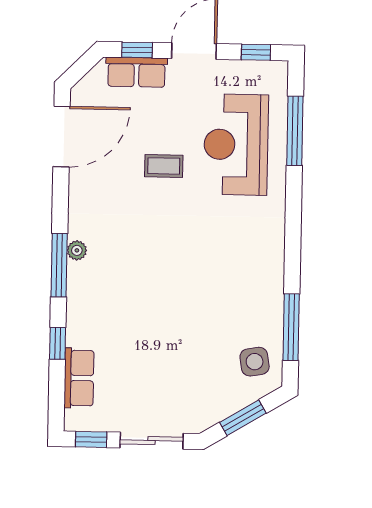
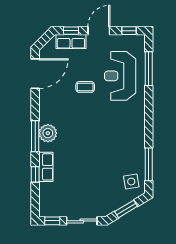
plant: (77, 250) -> (48, 133), width x1.88, depth x1.88
row of seats: (79, 378) -> (46, 167), moved

